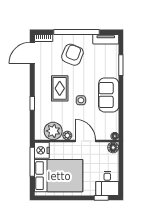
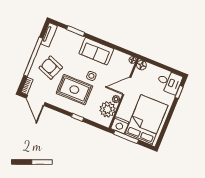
rug: (60, 88) -> (74, 90), width x1.36, depth x1.43

